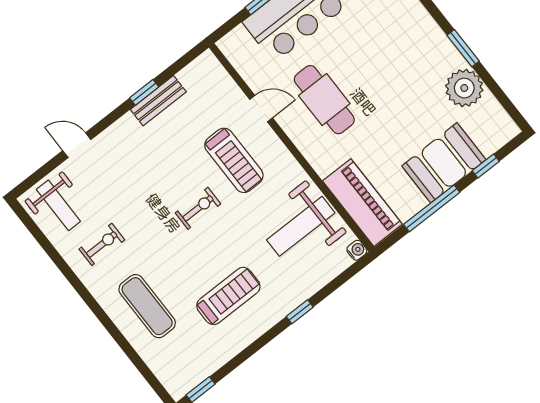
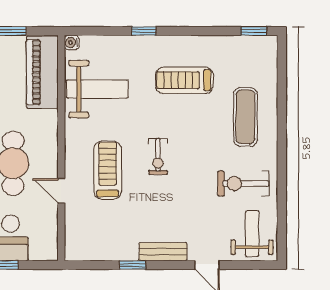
bench: (158, 101) -> (163, 252), moved
exercise bike: (198, 208) -> (158, 157), turned -90
exercise bike: (102, 244) -> (243, 184), width x1.38, depth x1.39

